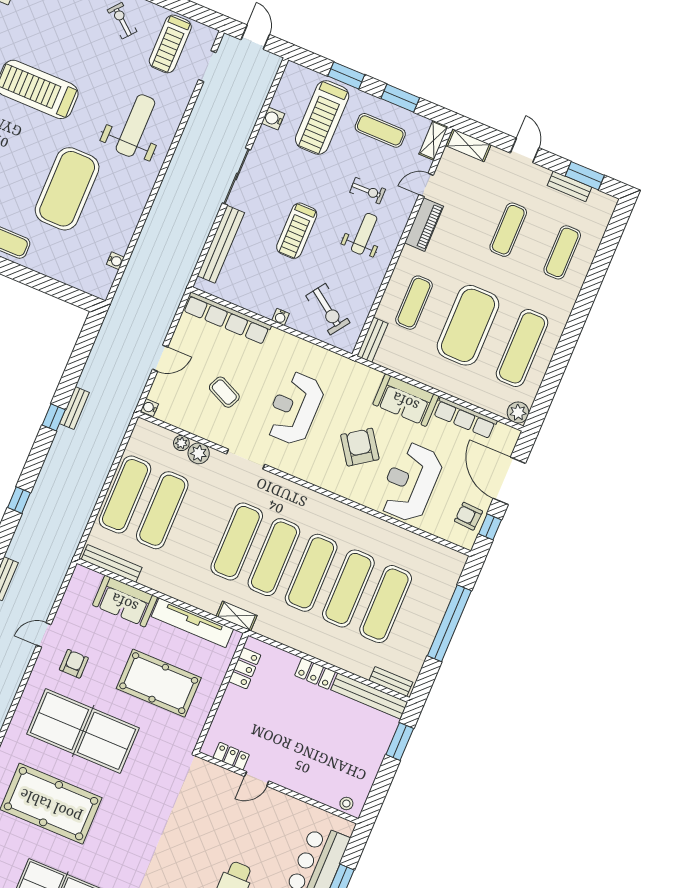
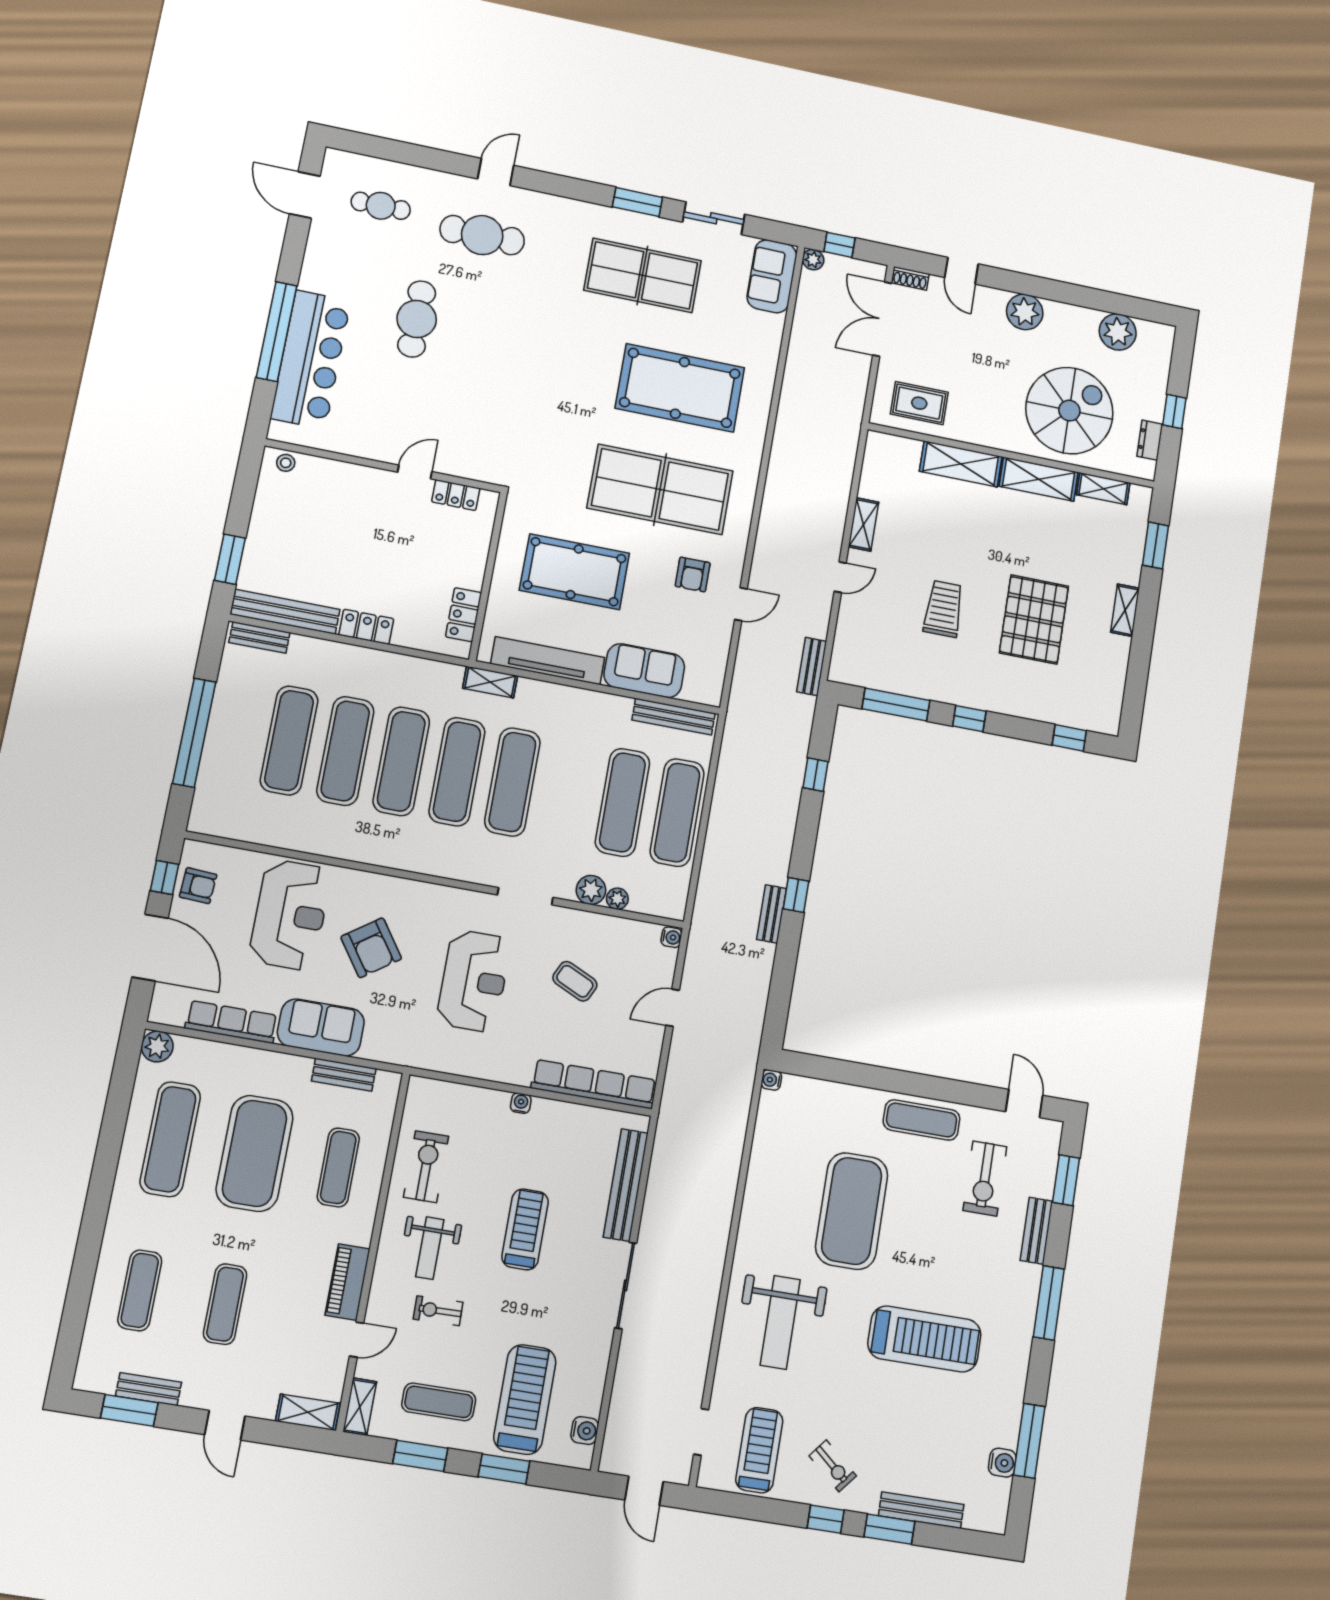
water cooler: (273, 118) -> (585, 1431), moved
water cooler: (115, 261) -> (771, 1080), moved
exercise bike: (328, 309) -> (426, 1167), moved, turned 55
bench: (372, 340) -> (344, 1075), moved, turned 90

